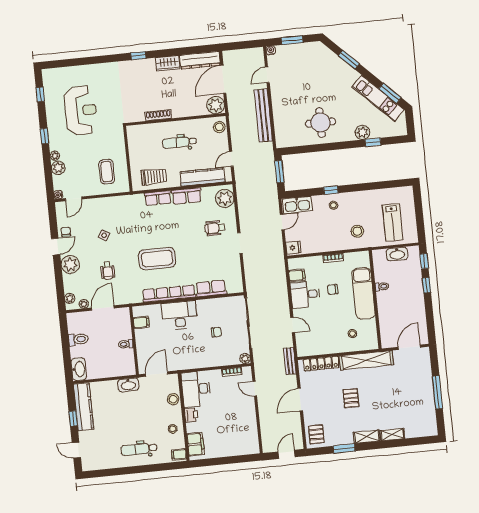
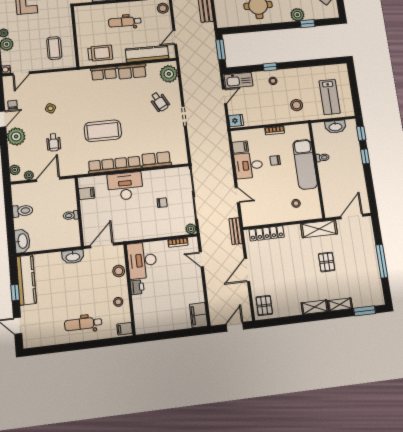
wheelchair: (215, 228) -> (160, 102), turned -118
shelving: (366, 360) -> (319, 229), width x0.68
pallet: (351, 398) -> (327, 262), moved
filing cabinet: (196, 444) -> (199, 315), moved, turned 180
window: (344, 448) -> (365, 311), moved

